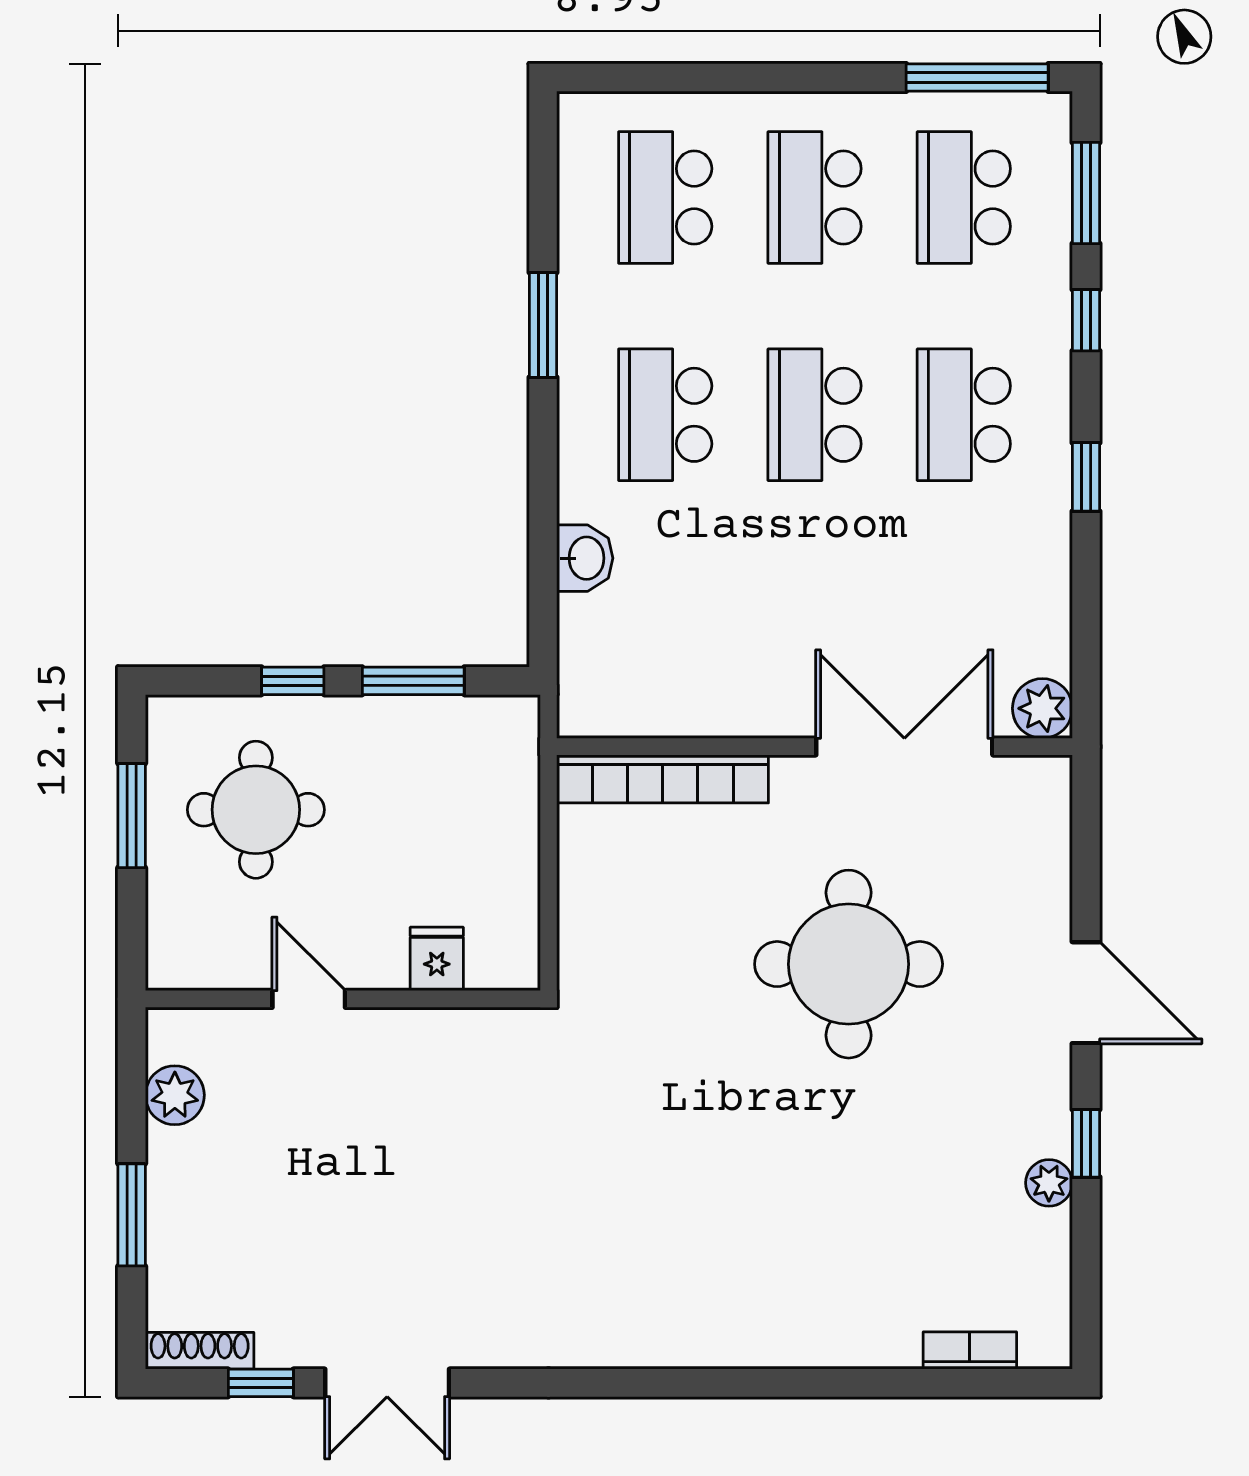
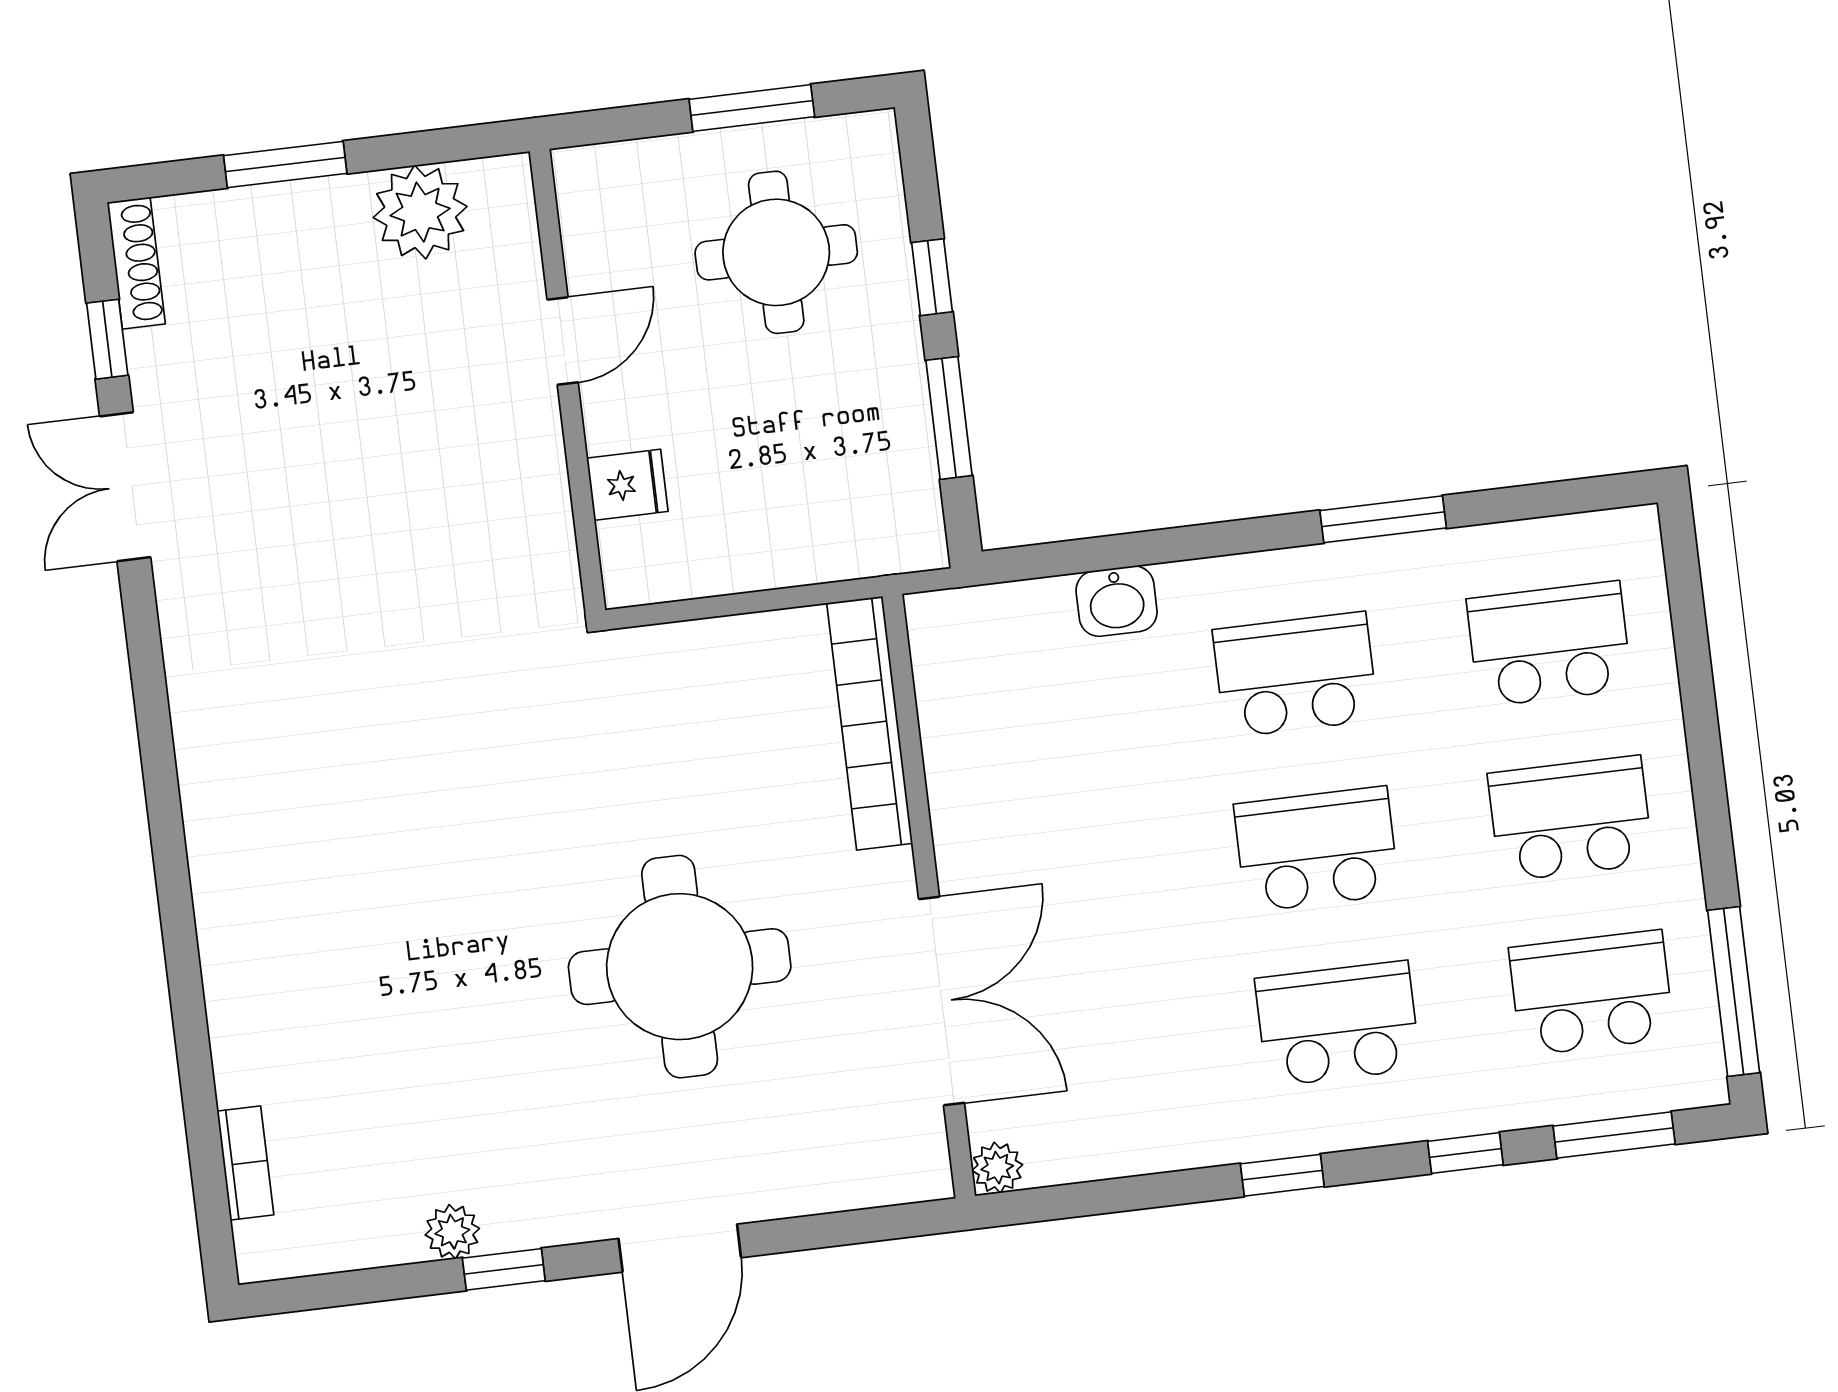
plant: (1042, 708) -> (997, 1168), width x0.73, depth x0.73
plant: (175, 1095) -> (420, 212), width x1.36, depth x1.36

